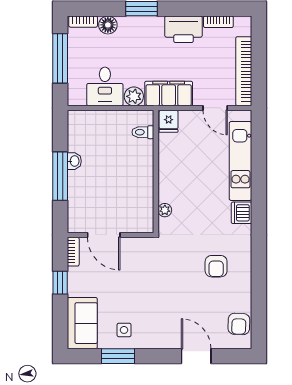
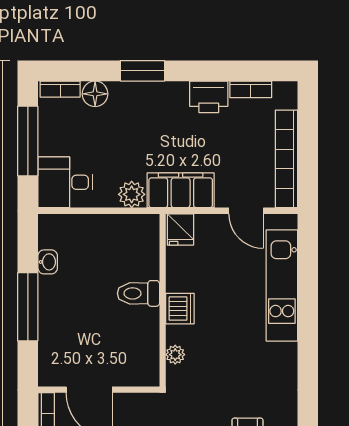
printer: (183, 29) -> (209, 97), width x0.73, depth x0.84
desk: (105, 86) -> (65, 182), moved, turned 90
toilet: (143, 132) -> (138, 293), moved, width x1.37, depth x1.39
washbasin: (74, 161) -> (48, 262), moved
dishwasher: (242, 213) -> (180, 309), moved, turned 180

